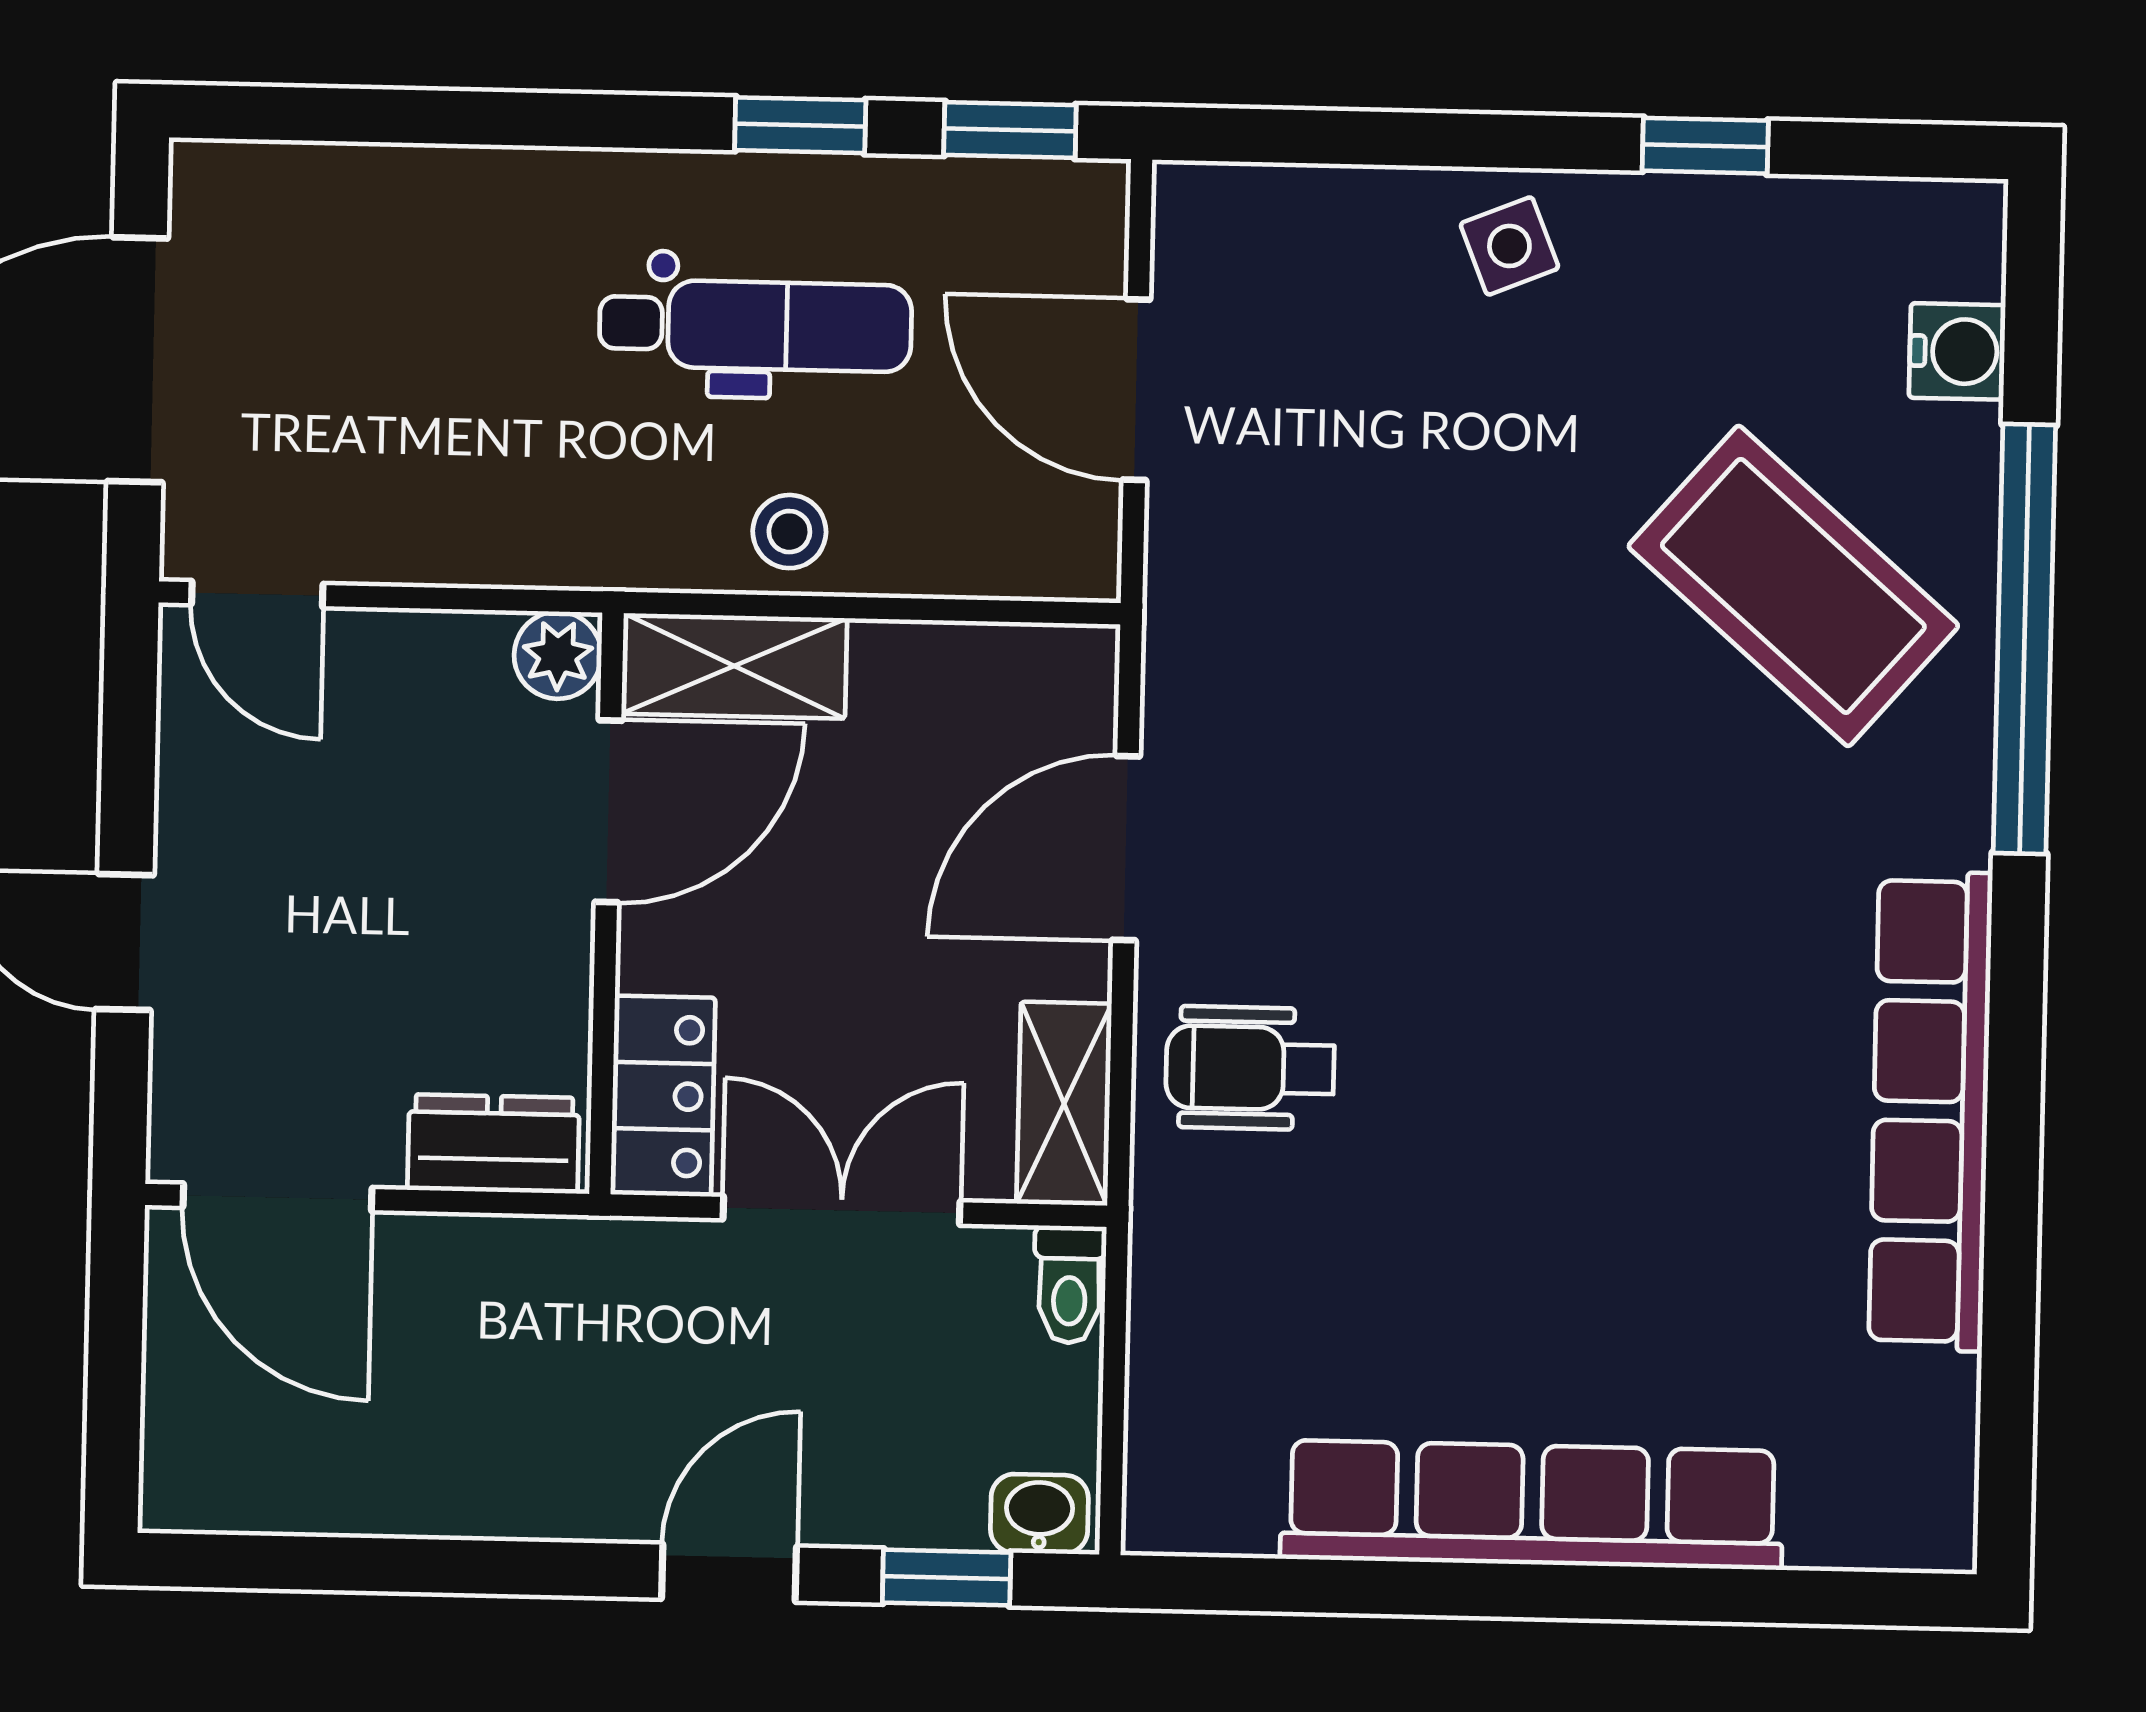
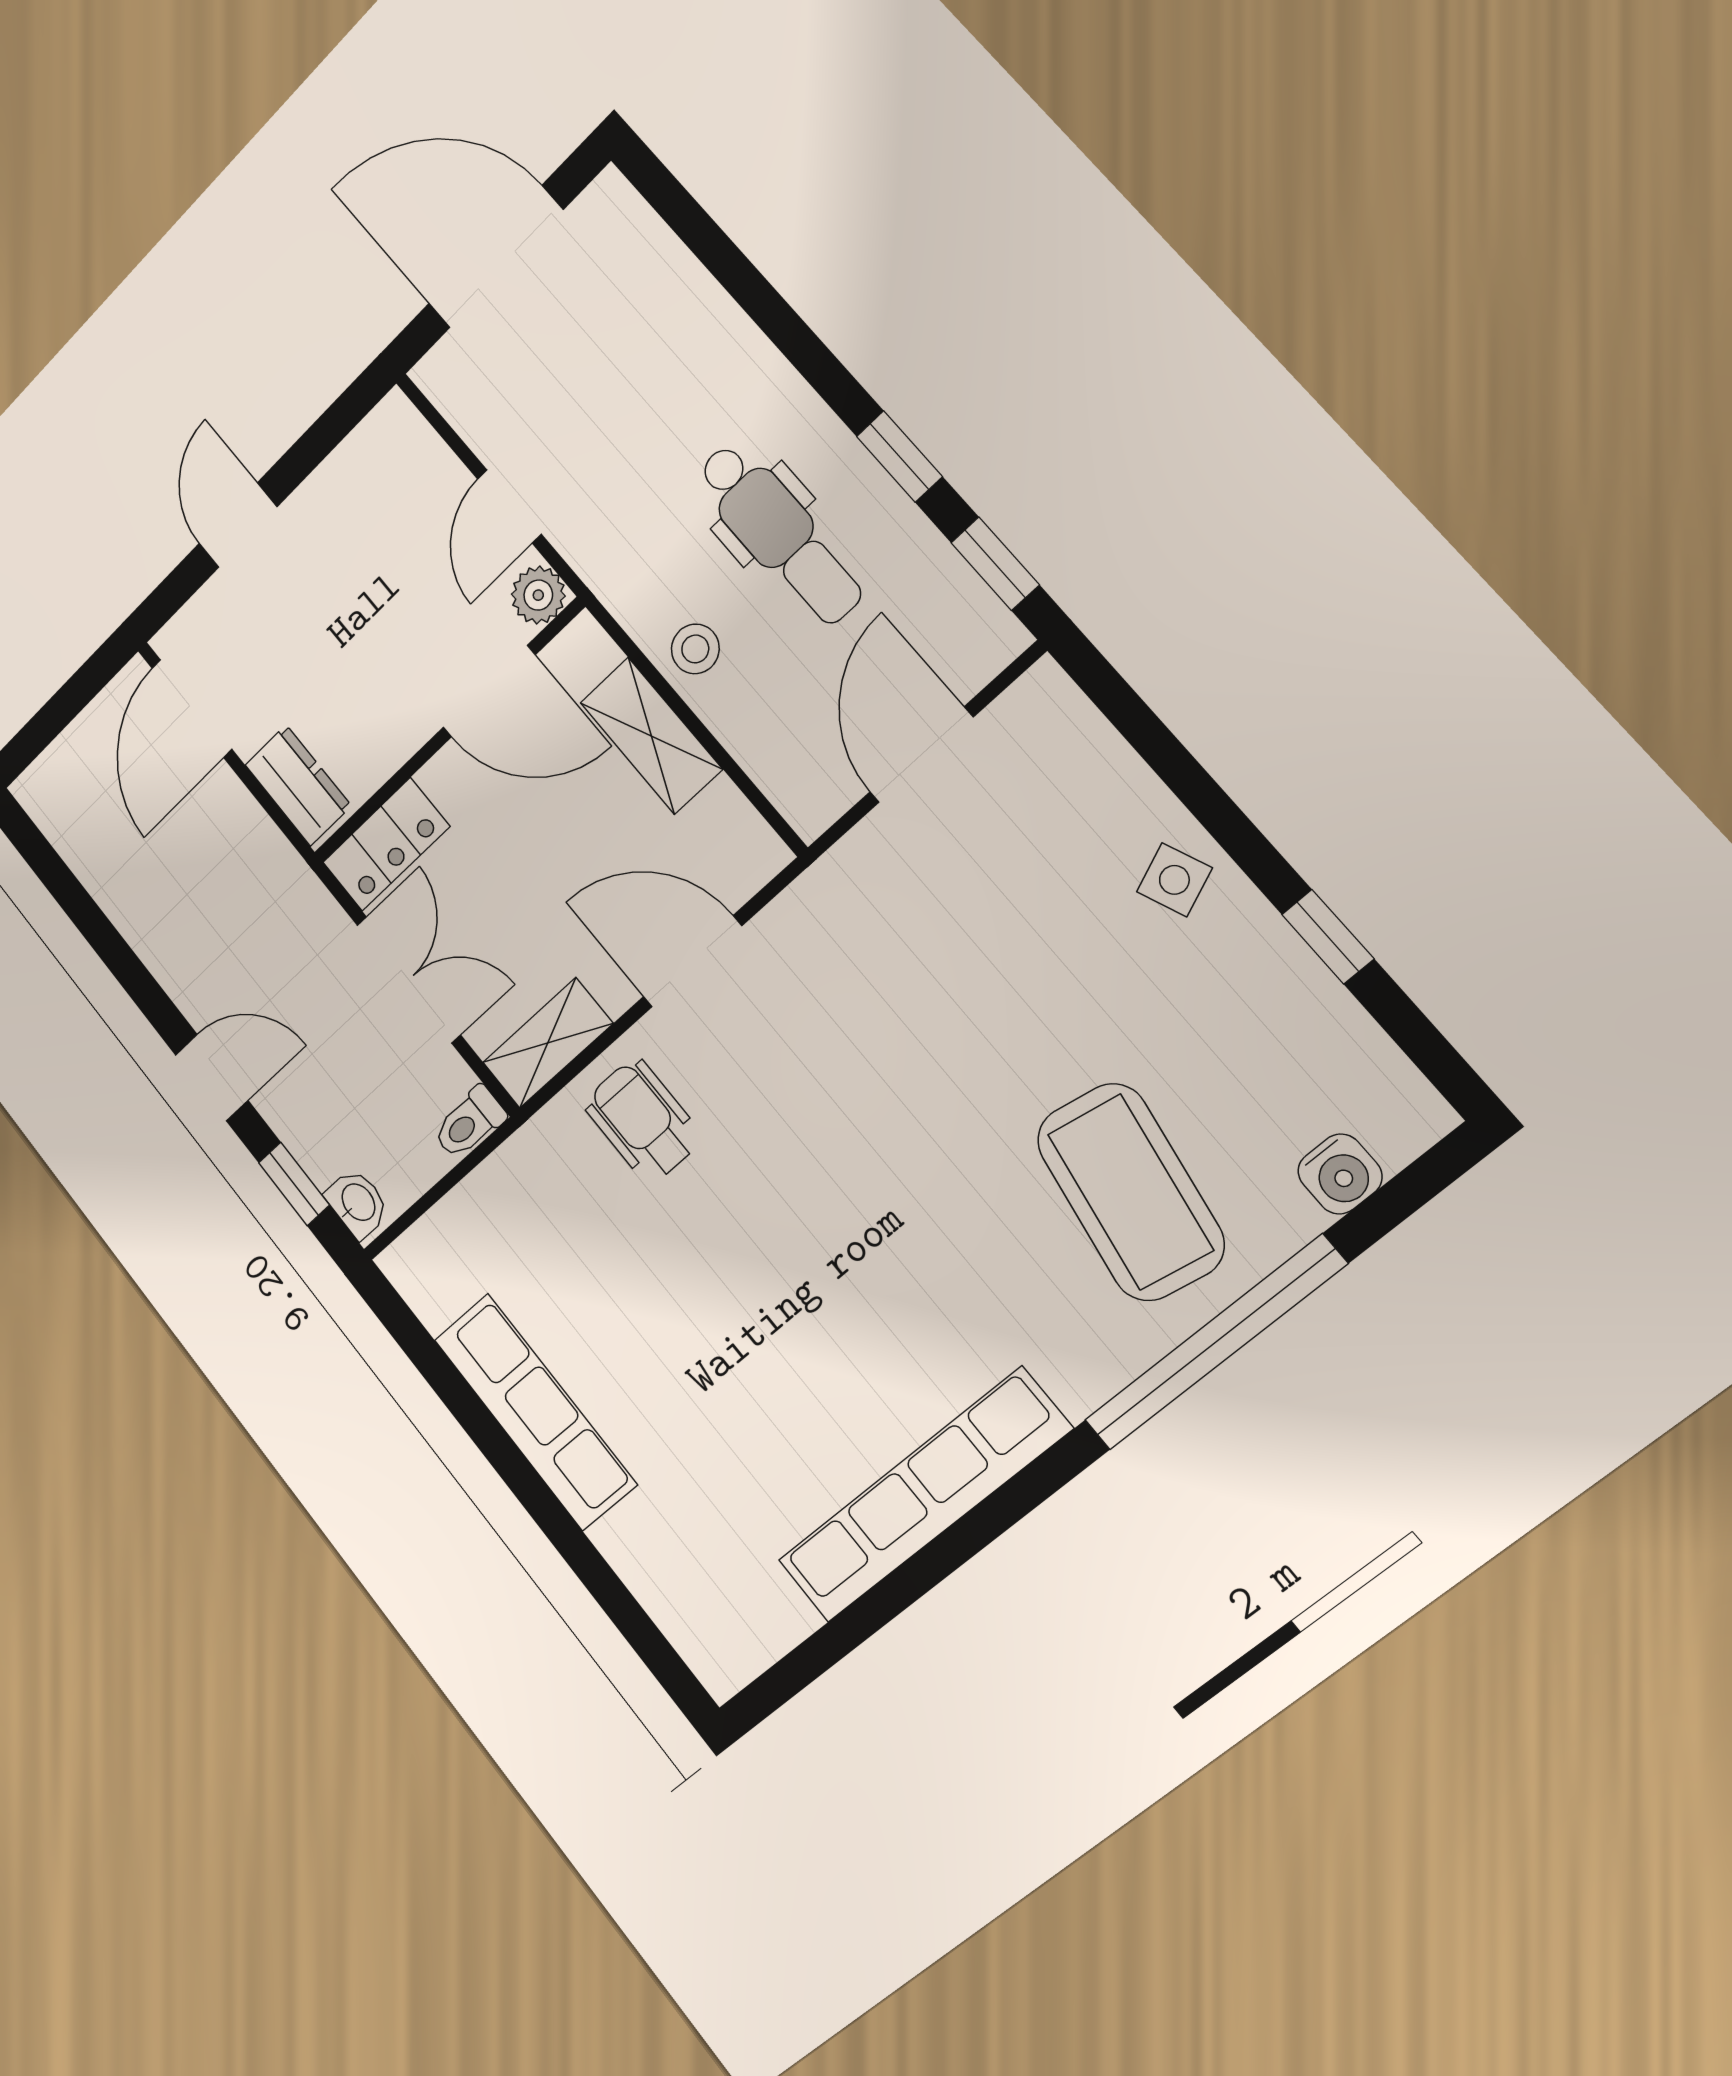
coffee table: (1793, 586) -> (1130, 1192), turned -31
door: (257, 594) -> (509, 506), moved
shelving: (734, 666) -> (651, 736), moved
row of seats: (1532, 1505) -> (535, 1412), width x0.73

